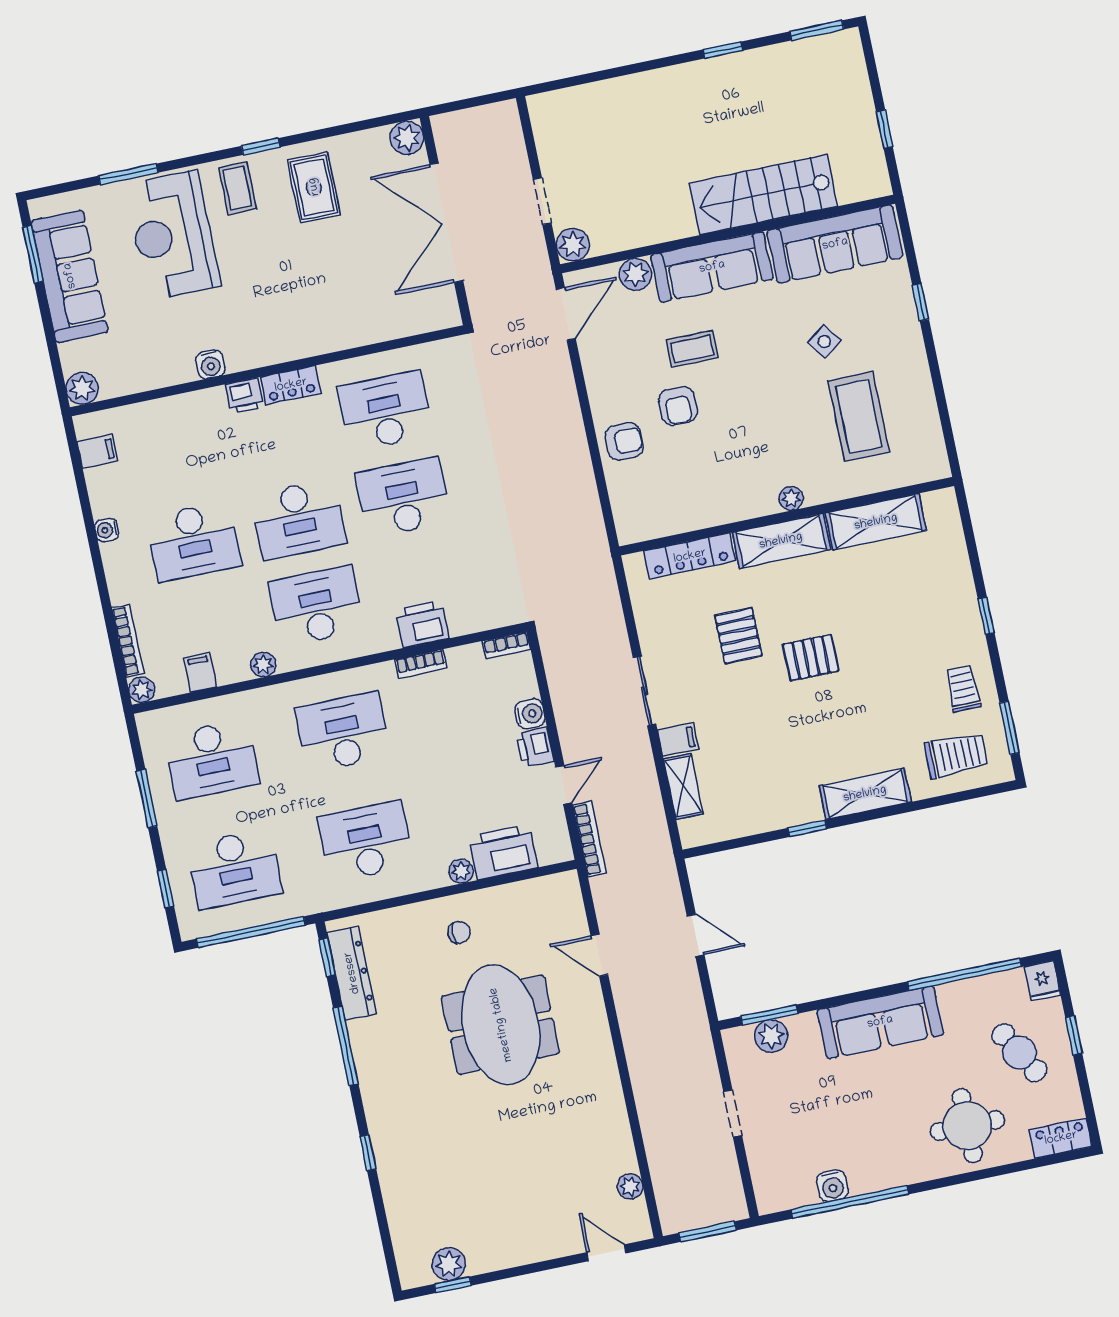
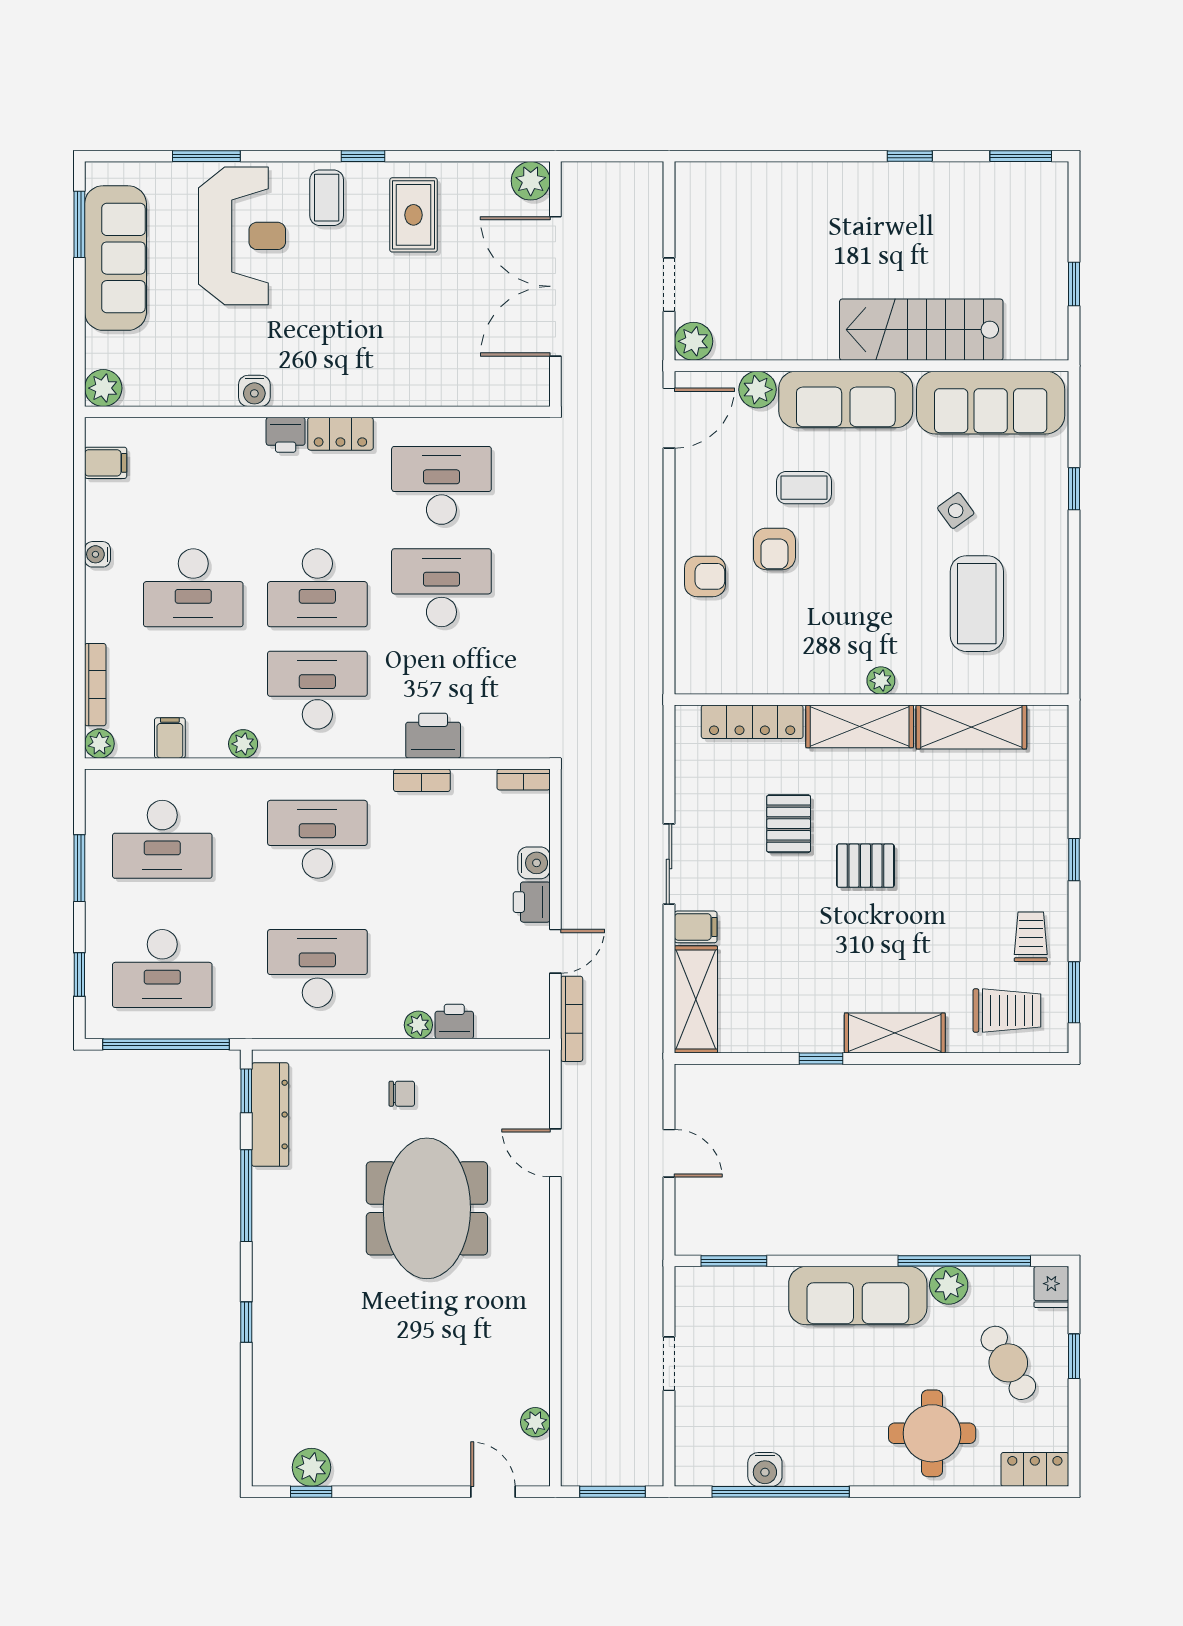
reception desk: (173, 235) -> (242, 236), turned 180
shelving: (683, 786) -> (696, 999), width x1.50, depth x1.33
printer: (503, 852) -> (454, 1022), width x0.53, depth x0.68
plant: (771, 1036) -> (949, 1285), moved

